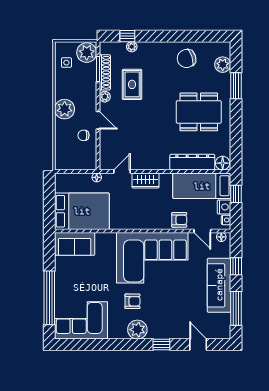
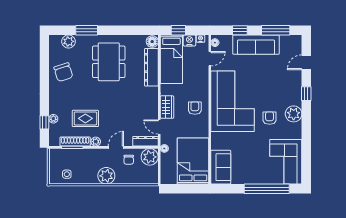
plant: (87, 53) -> (150, 157), moved
dresser: (105, 155) -> (145, 141), added
armchair: (179, 220) -> (195, 108), moved

